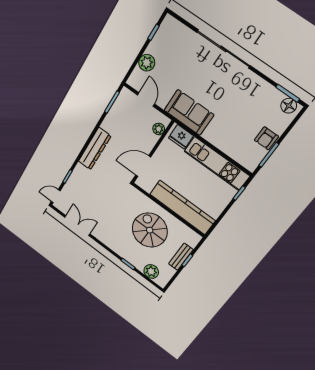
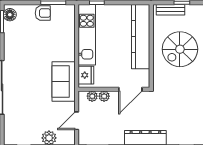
plant: (152, 139) -> (104, 96), added
door: (143, 166) -> (130, 89), hinge flipped
bench: (181, 257) -> (170, 10), moved

